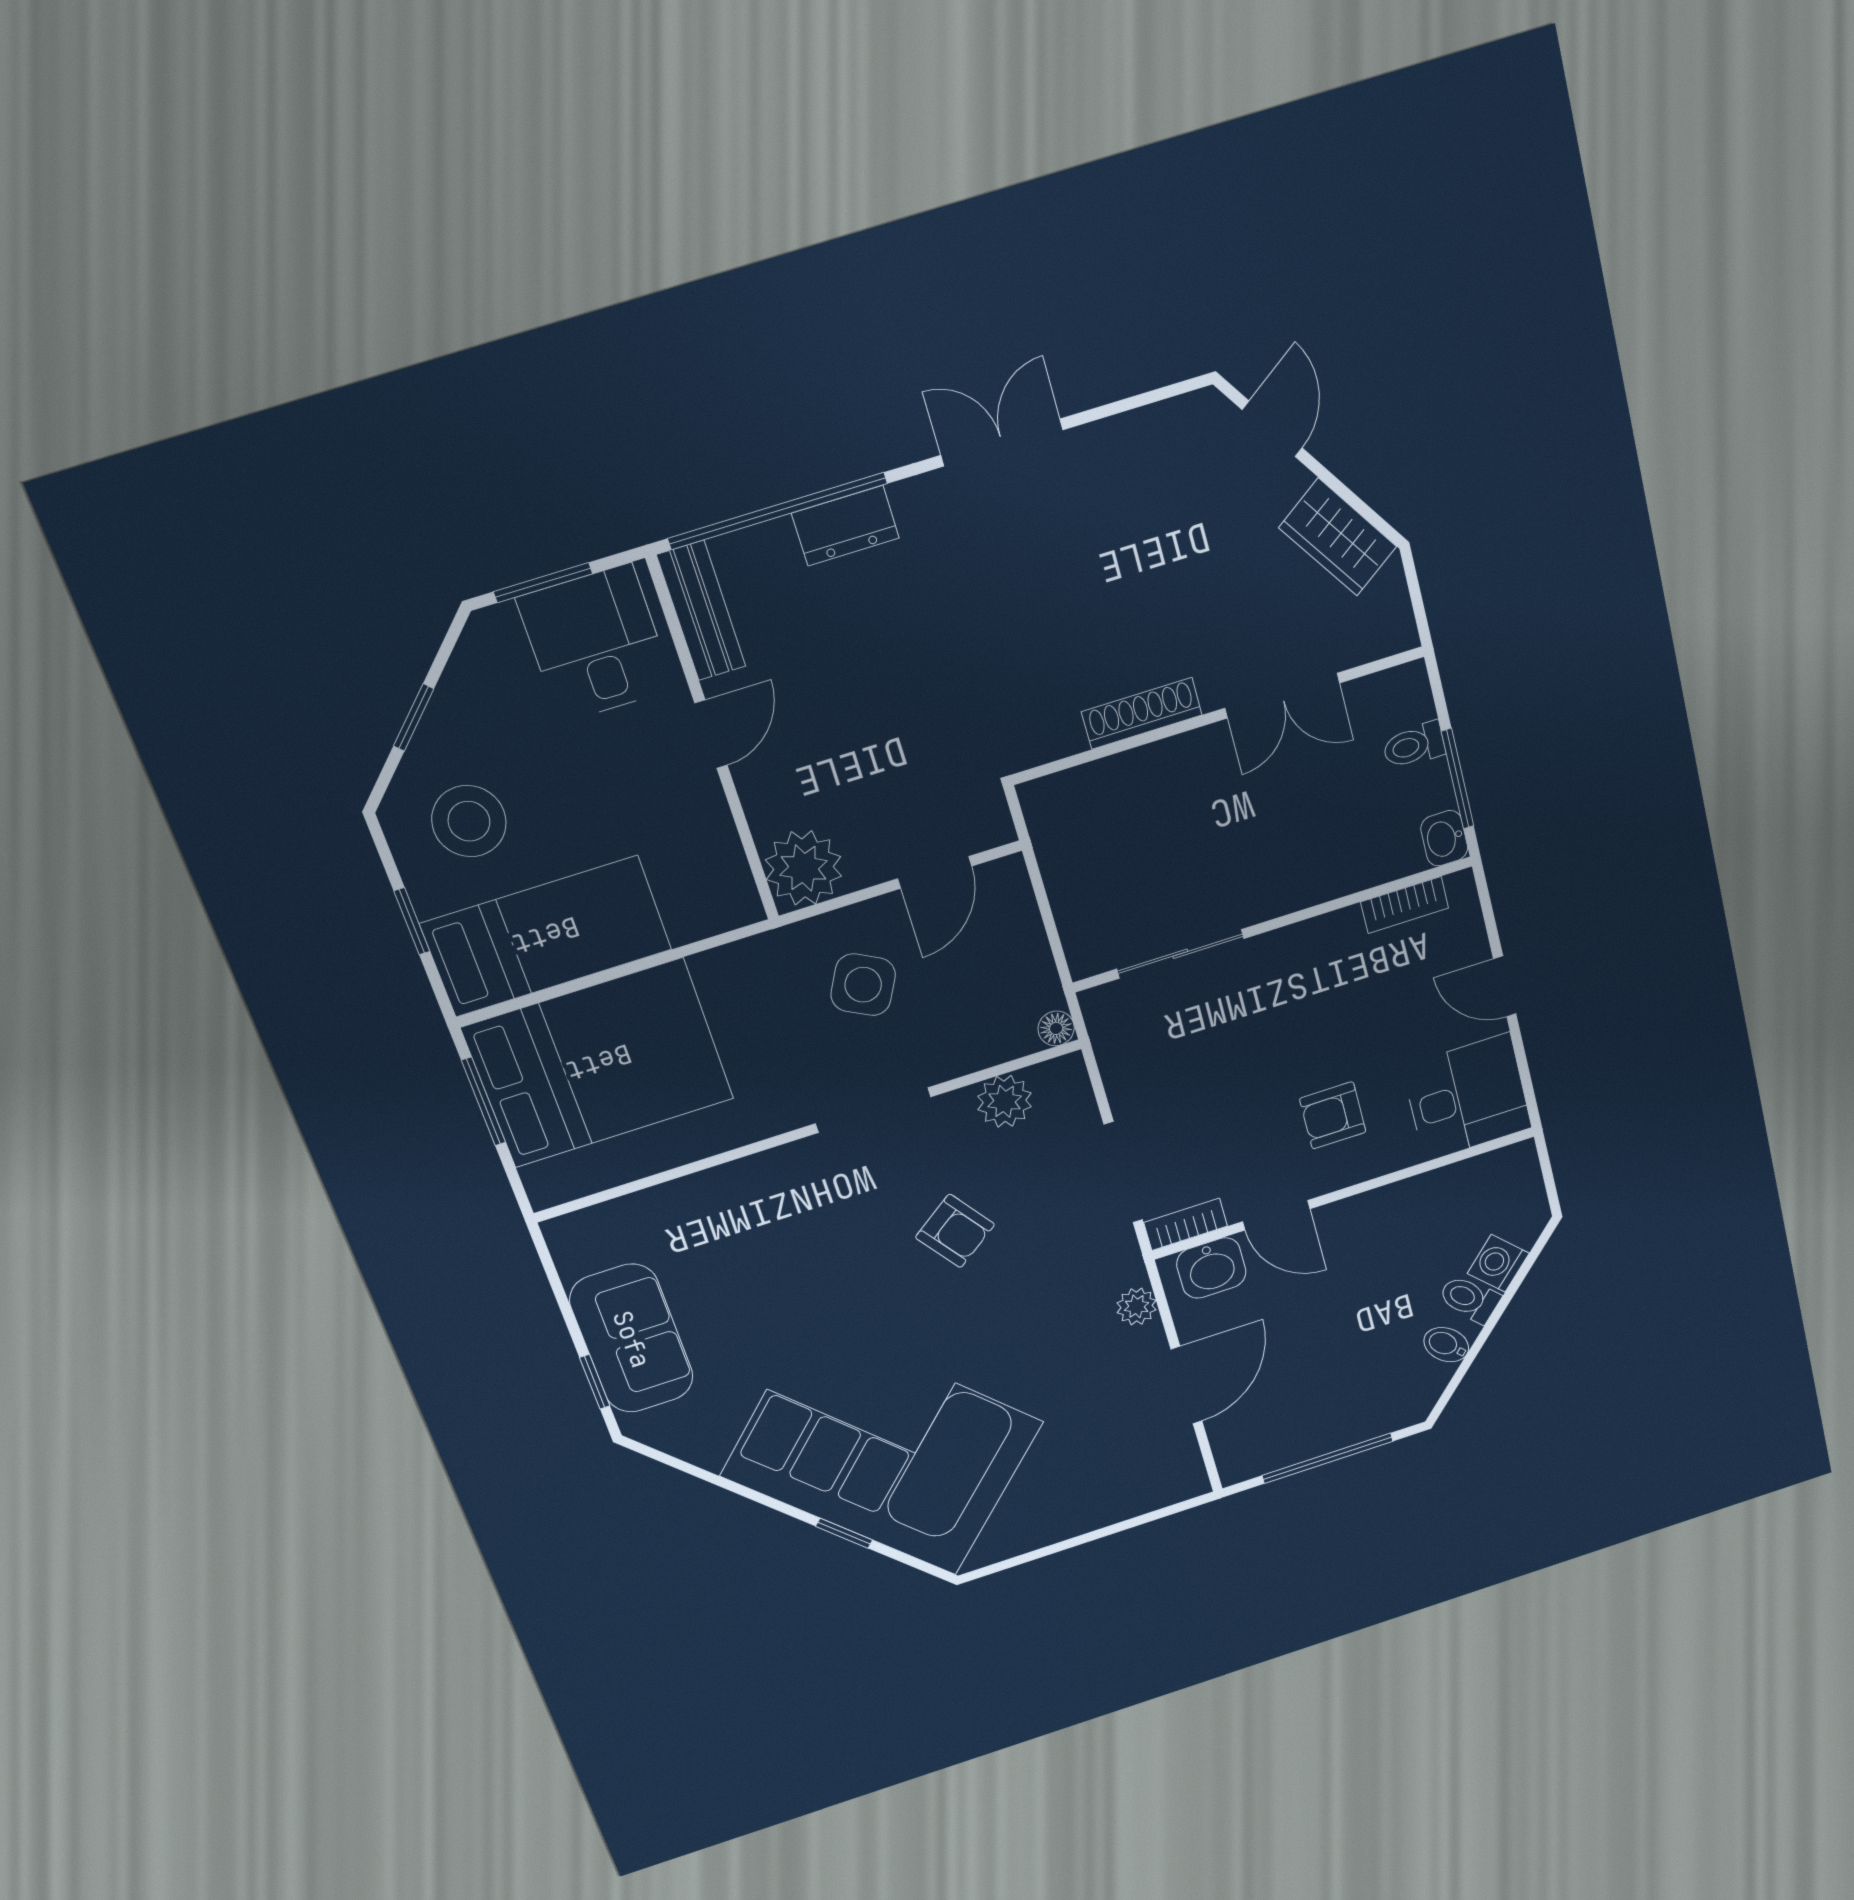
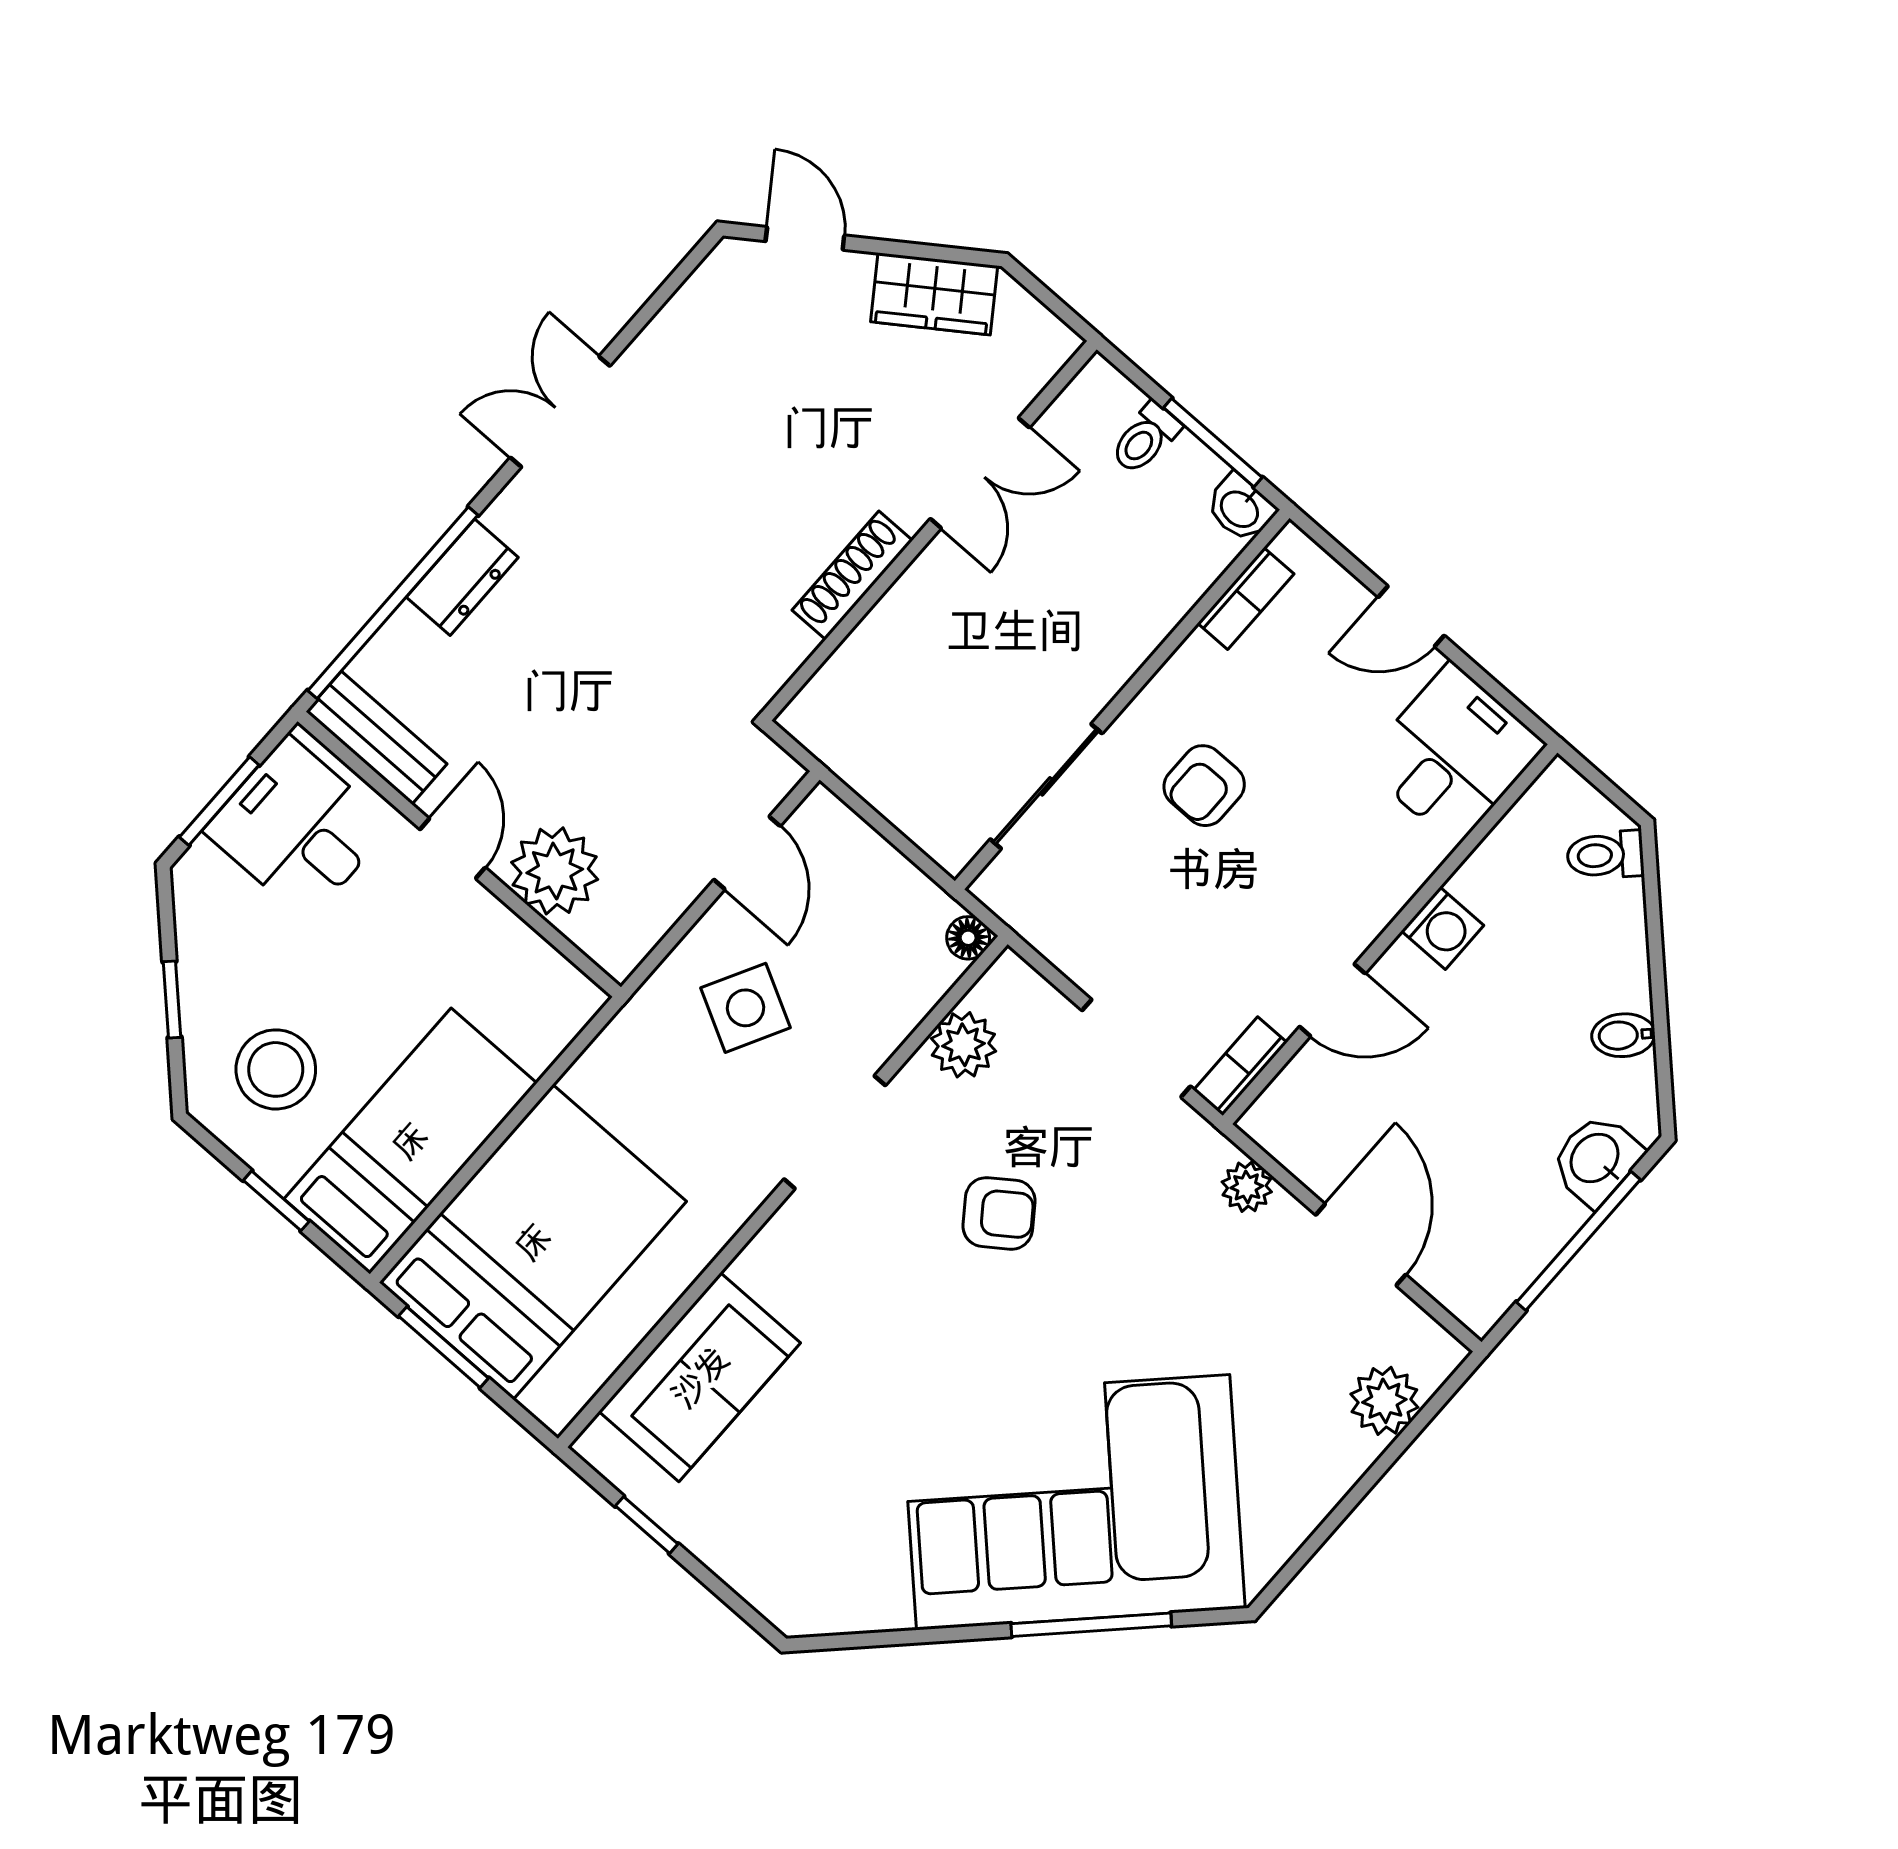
plant: (804, 868) -> (555, 871), moved
armchair: (1333, 1115) -> (1204, 786), moved
washing machine: (1498, 1263) -> (1443, 928), moved, turned -135
washbasin: (1211, 1268) -> (1596, 1159), moved, turned 180
toilet: (1469, 1299) -> (1605, 855), moved
sofa: (632, 1339) -> (700, 1377), moved, turned 90
window: (595, 1382) -> (647, 1525), moved
plant: (1135, 1492) -> (1384, 1401), added
window: (844, 1533) -> (1091, 1625), width x2.17

